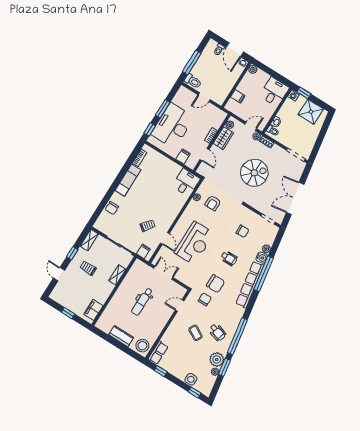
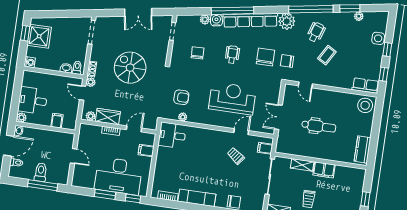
toilet: (193, 81) -> (41, 172), moved
desk: (274, 92) -> (33, 100), moved
window: (304, 93) -> (25, 33), moved
double door: (295, 198) -> (138, 12), width x0.73
filing cabinet: (93, 310) -> (324, 170), moved
kitchen counter: (121, 336) -> (363, 150), moved
plant: (217, 359) -> (287, 21), moved
window: (195, 392) -> (387, 49), moved

